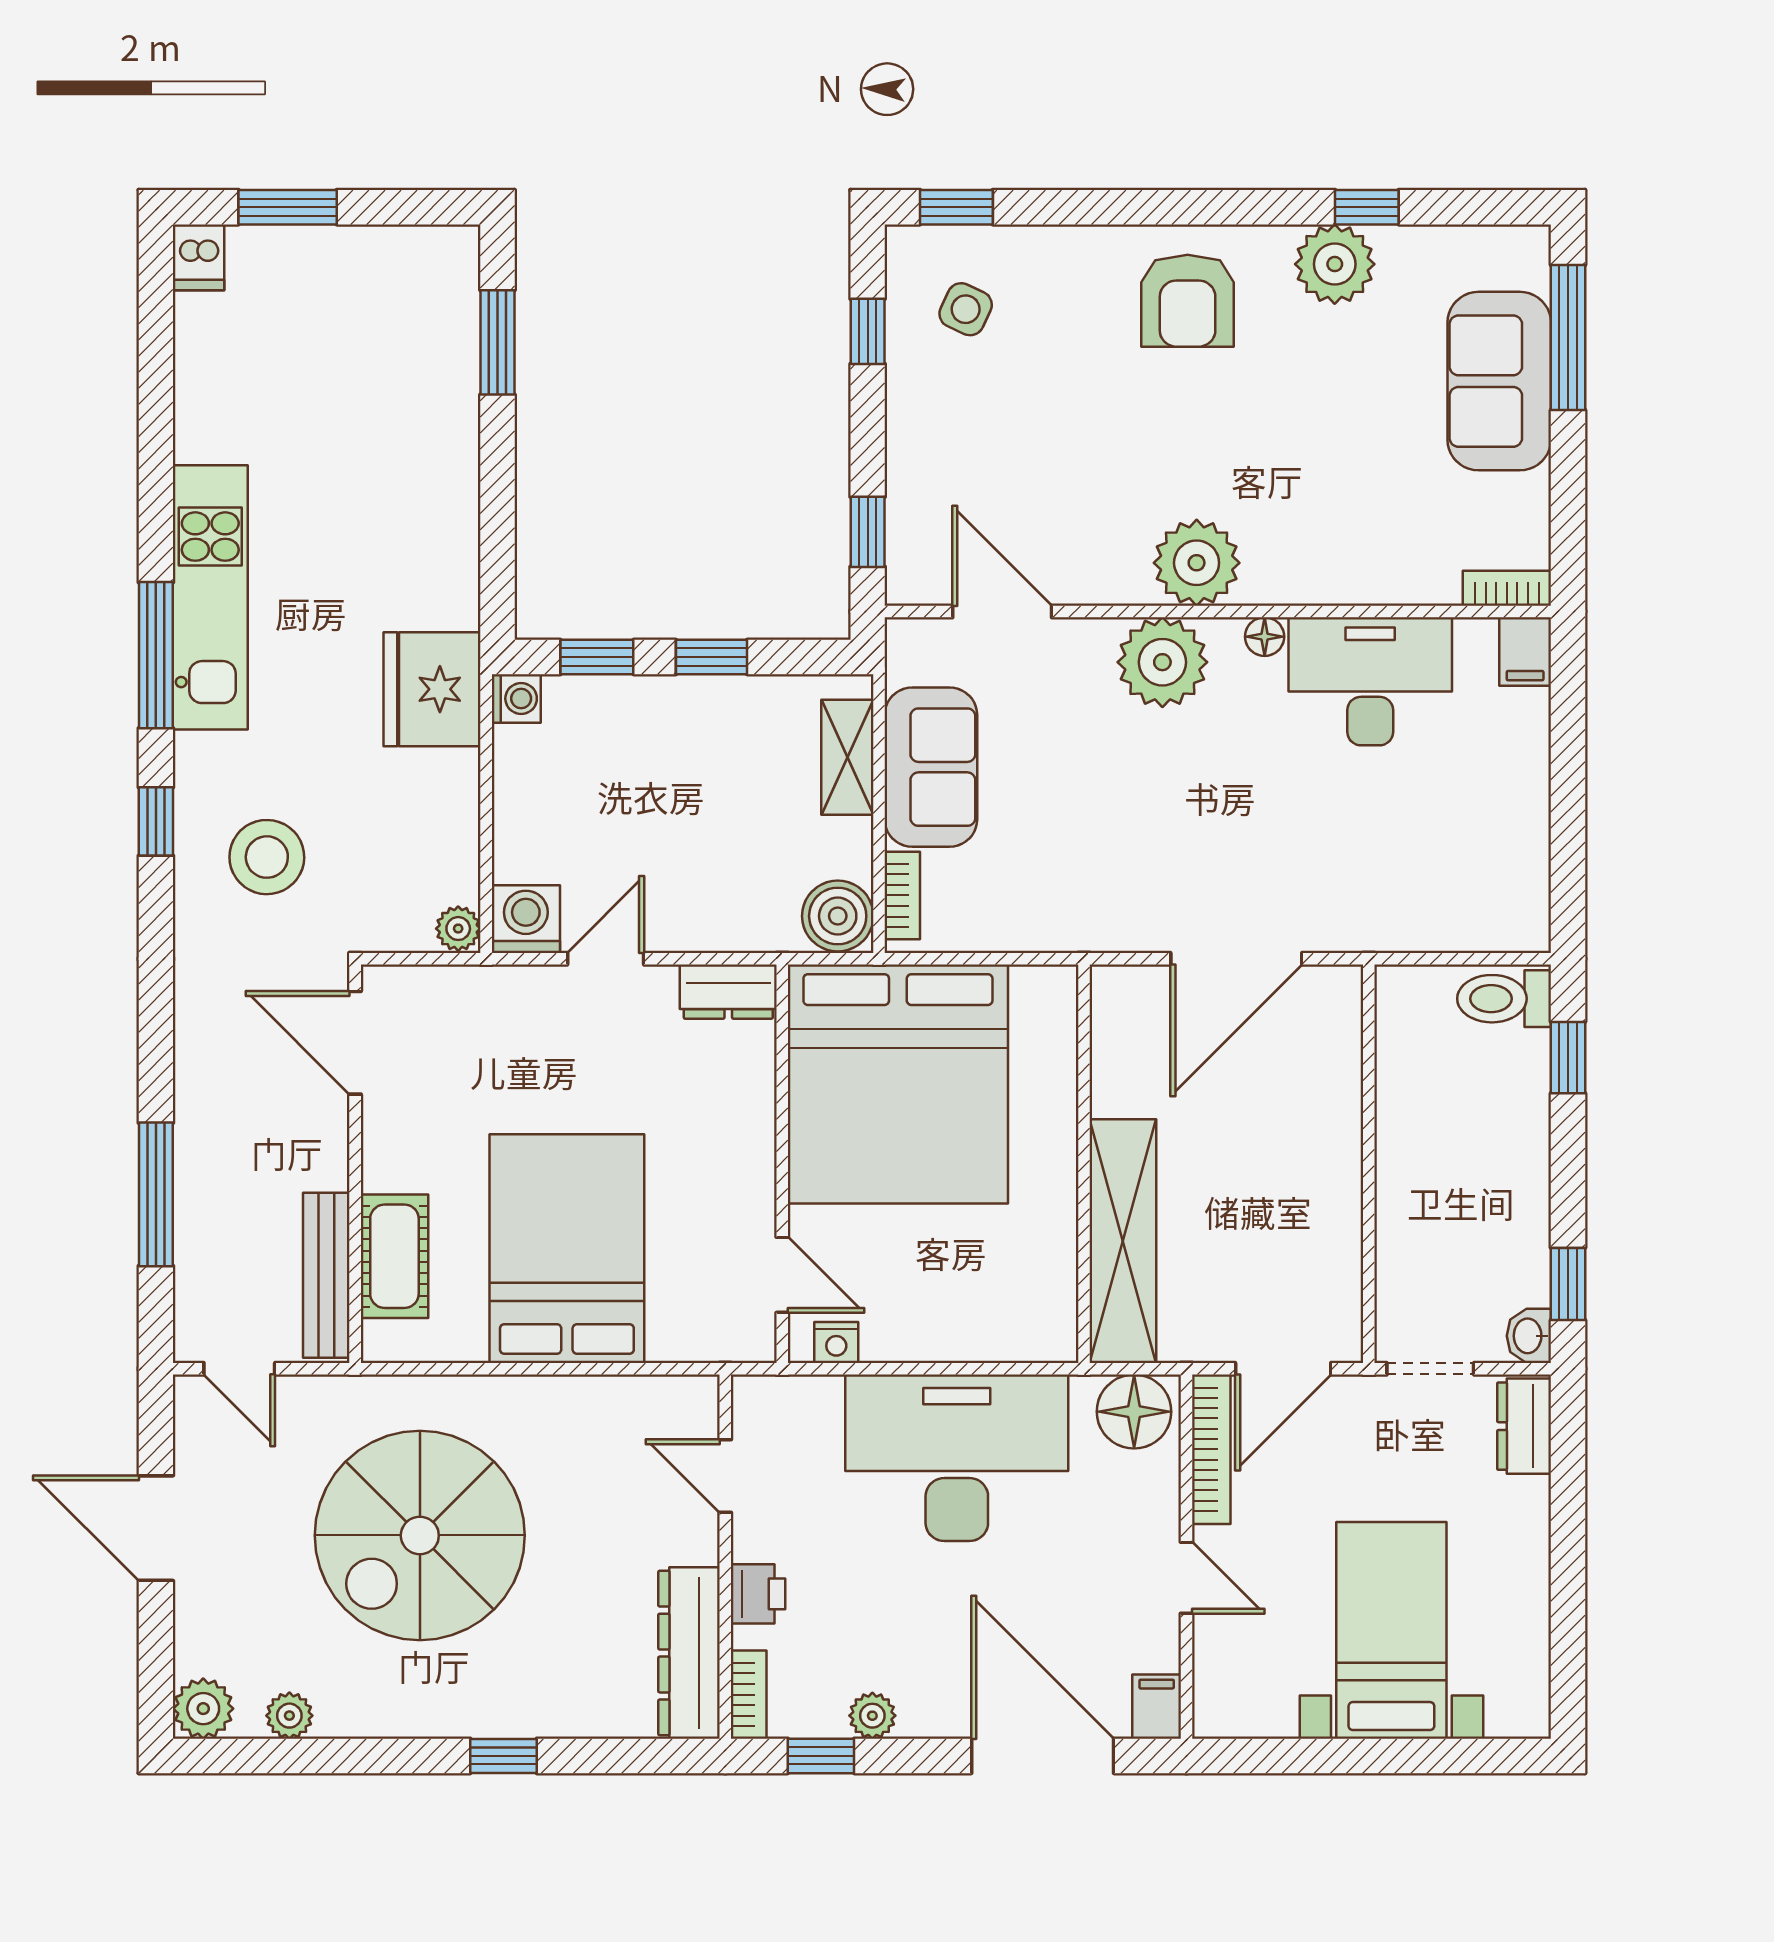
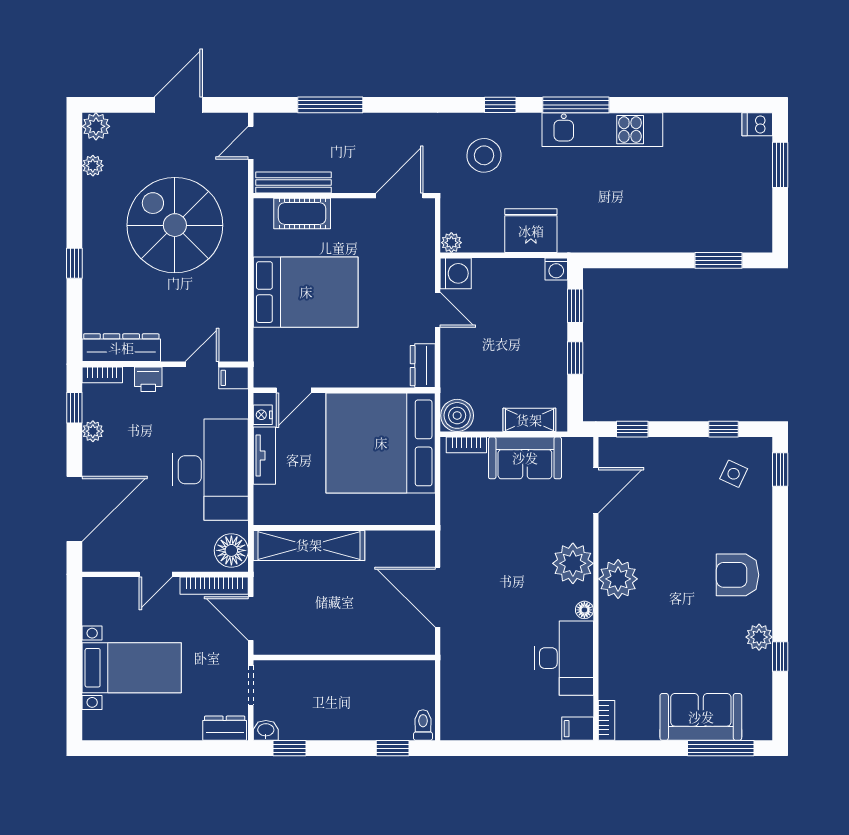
plant: (1335, 264) -> (759, 637), width x0.73, depth x0.73
fridge: (432, 689) -> (531, 231), moved
toilet: (1504, 999) -> (423, 725), width x0.73, depth x0.72
tv unit: (926, 1339) -> (264, 456), added
filing cabinet: (1157, 1707) -> (234, 378), moved, turned 180

